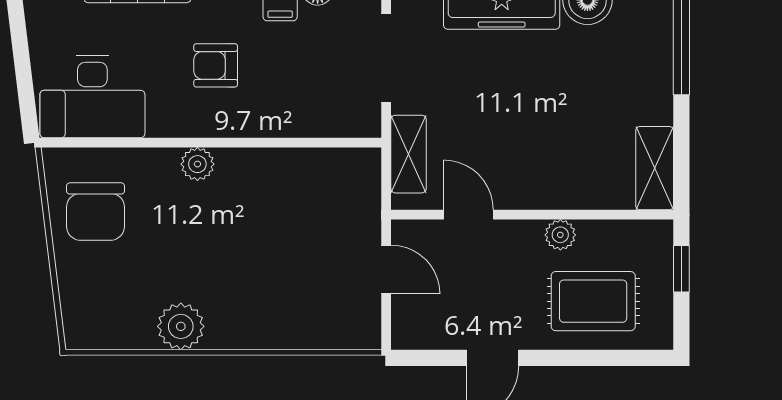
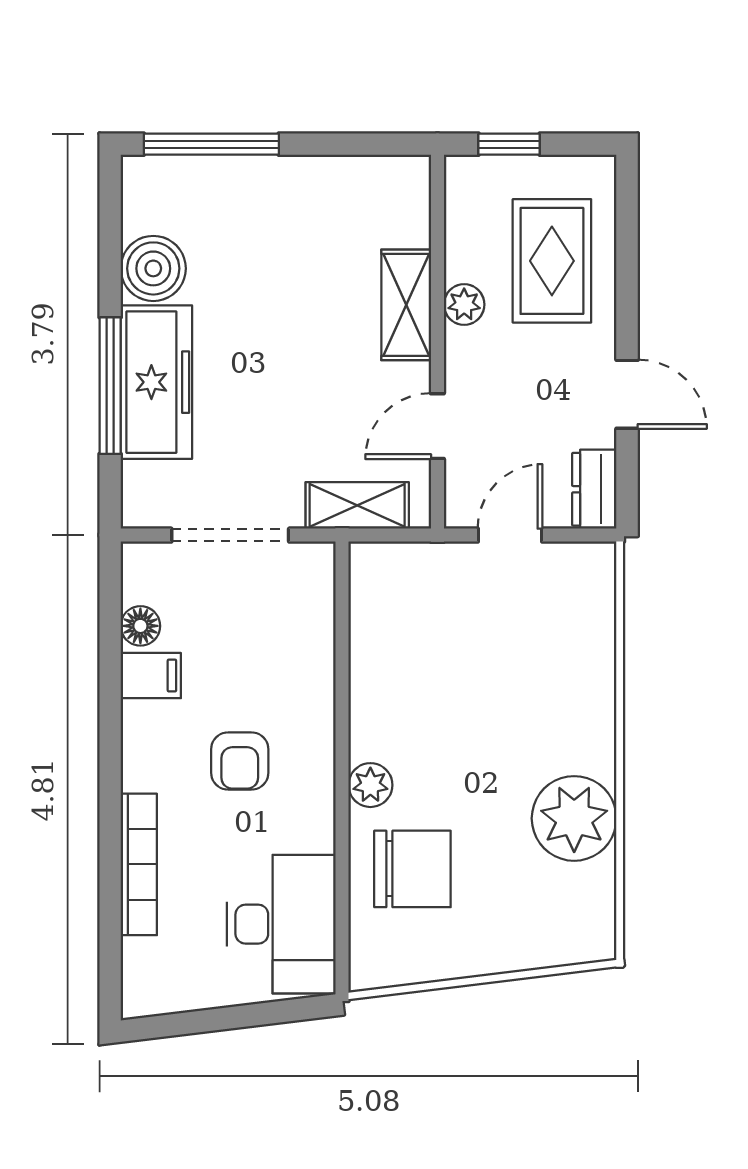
shelving: (655, 168) -> (406, 305), moved, turned 90
chair: (96, 212) -> (412, 869), moved
plant: (181, 326) -> (574, 818), width x1.36, depth x1.36
dresser: (421, 333) -> (594, 489), added

